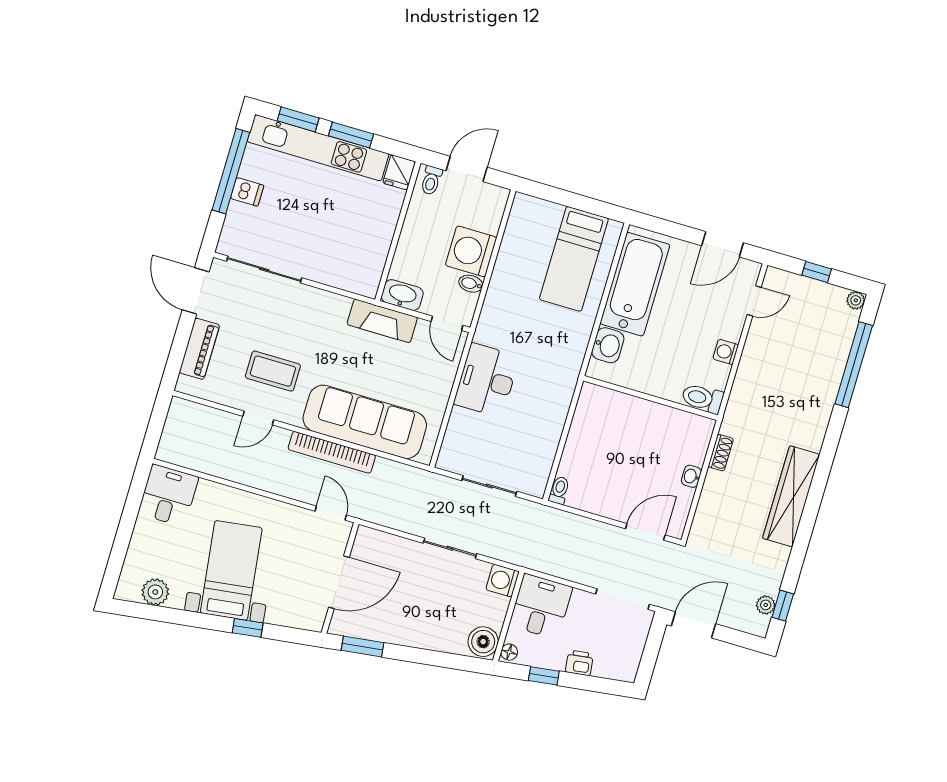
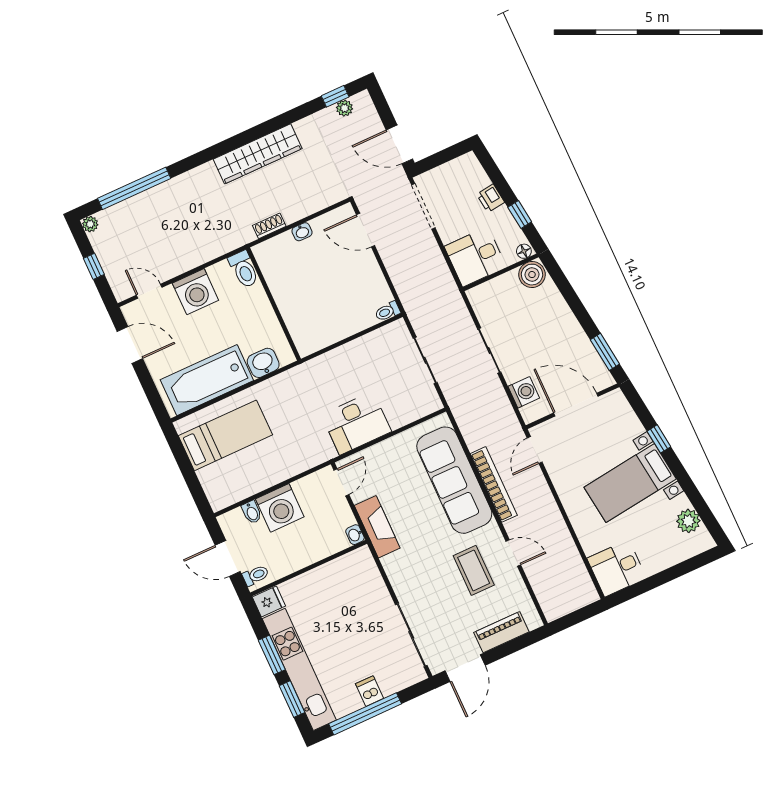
bidet: (471, 284) -> (252, 512), moved
washbasin: (402, 295) -> (355, 535), width x0.52, depth x0.69
washing machine: (726, 352) -> (195, 292), width x1.89, depth x1.89
washing machine: (503, 580) -> (524, 392), moved, turned -90

